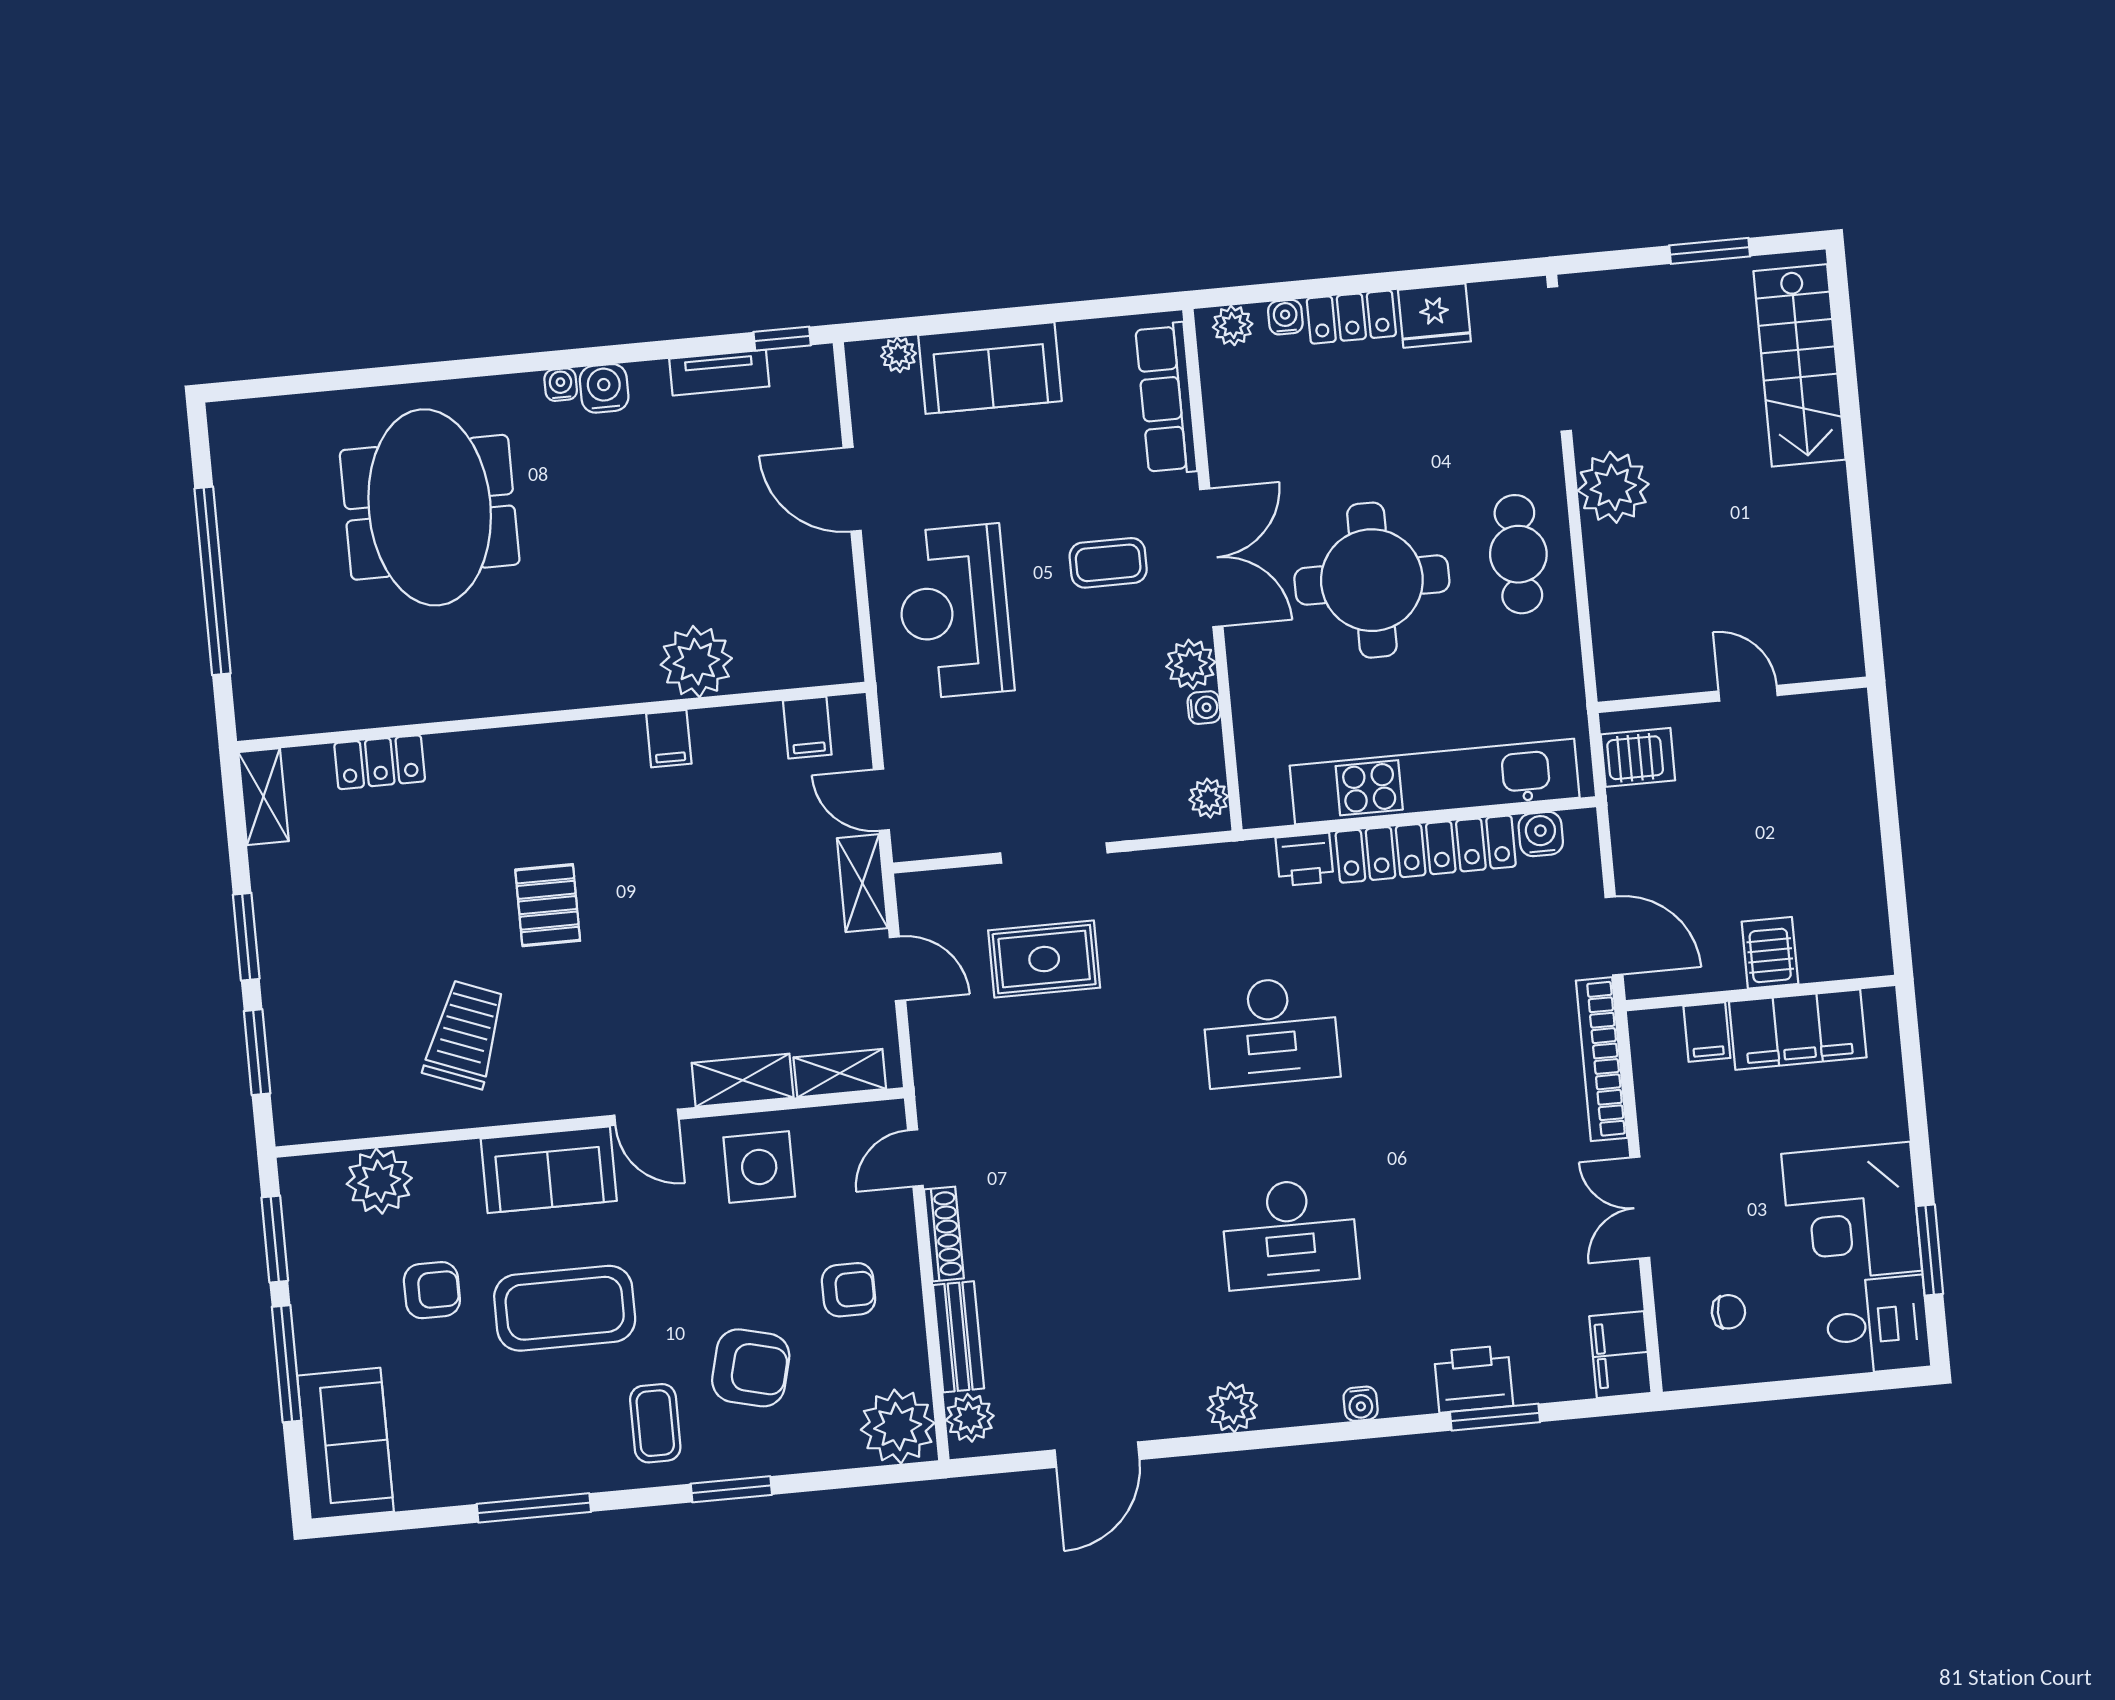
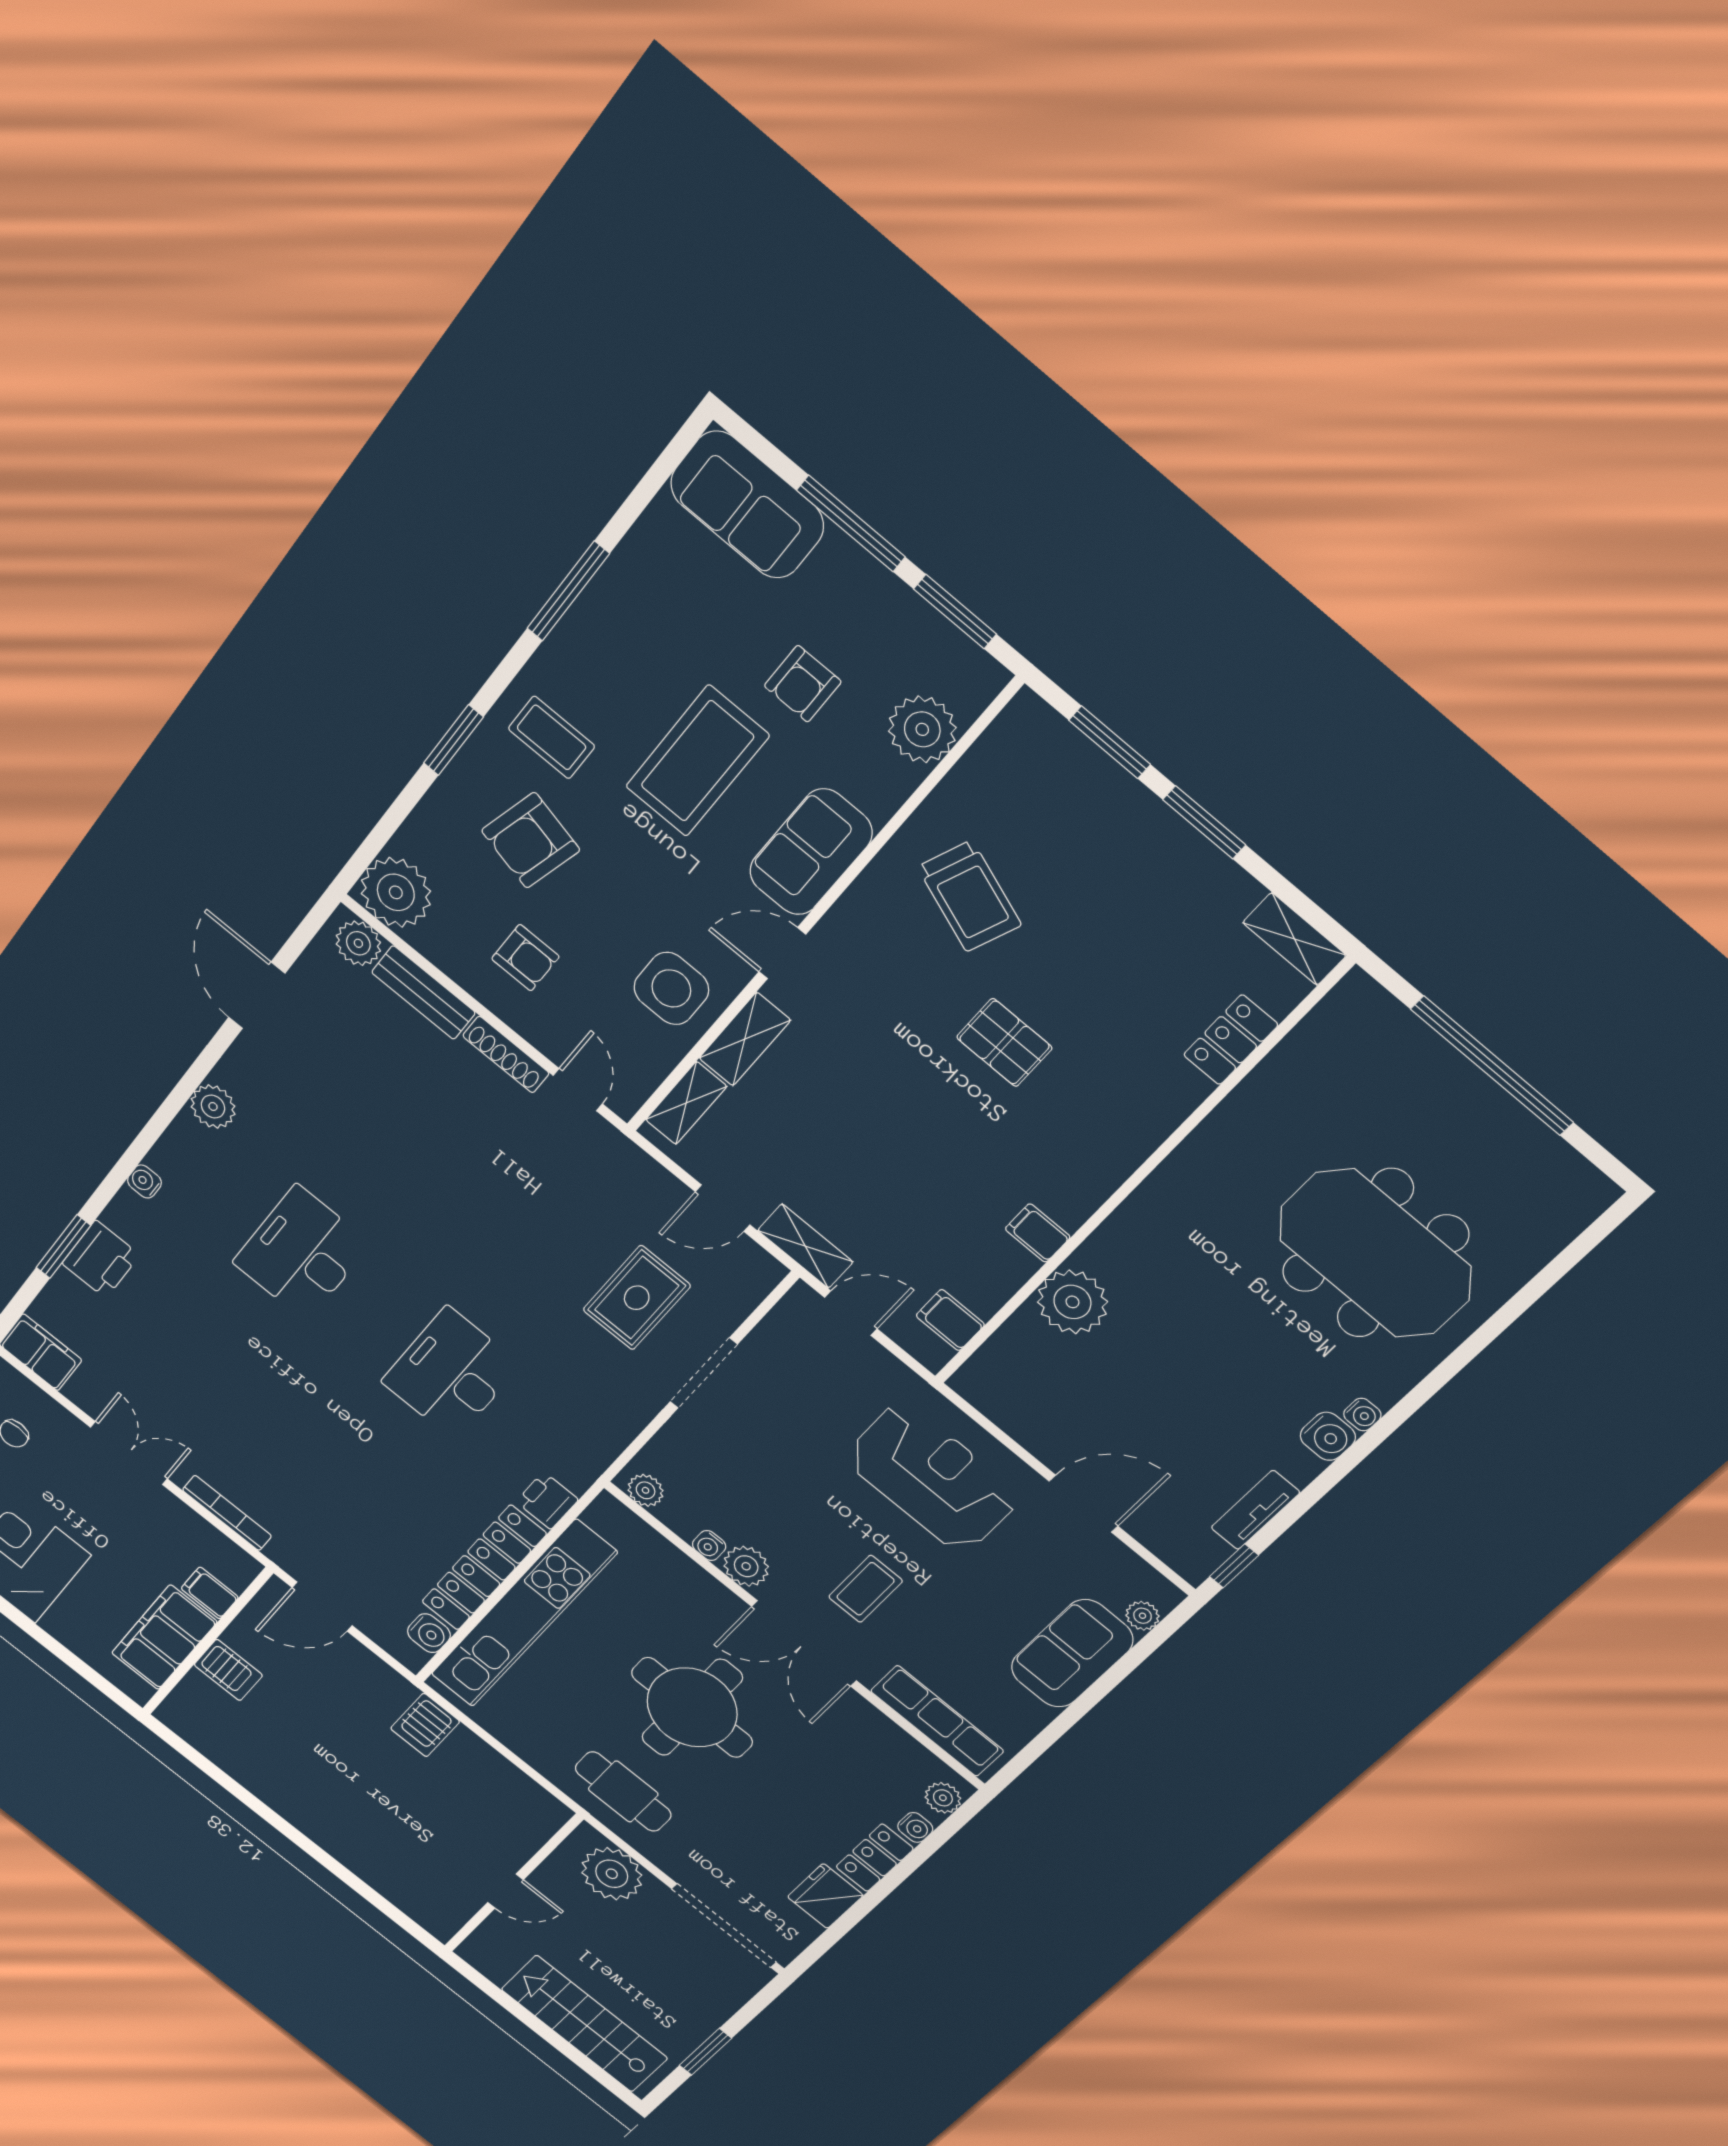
door: (1748, 693) -> (505, 1891), moved
wall: (1732, 695) -> (513, 1883), moved
bookcase: (1602, 1059) -> (227, 1513), width x0.68, depth x0.76
armchair: (849, 1290) -> (525, 958), turned -90

